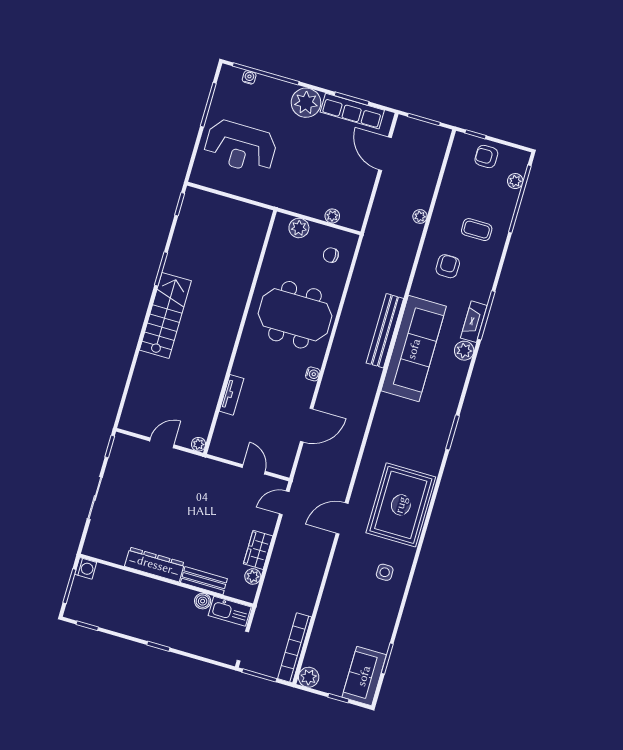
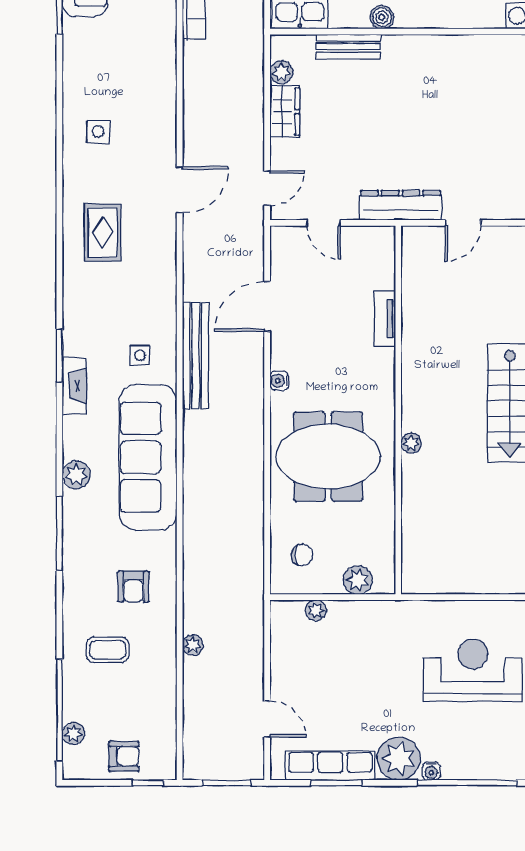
water cooler: (249, 77) -> (431, 771), moved
door: (385, 154) -> (267, 719), width x0.73
fireplace: (474, 322) -> (74, 386), moved
bench: (385, 331) -> (196, 355), moved
side table: (400, 417) -> (140, 355), added
plant: (198, 444) -> (411, 443), moved
rug: (401, 505) -> (103, 233), width x0.54, depth x0.49
dresser: (155, 565) -> (400, 205), moved, turned 180
boiler: (203, 601) -> (382, 17), moved

